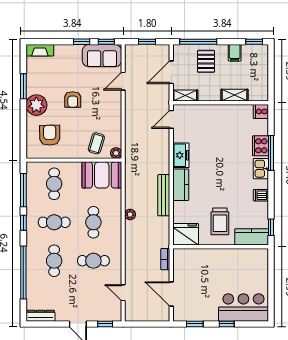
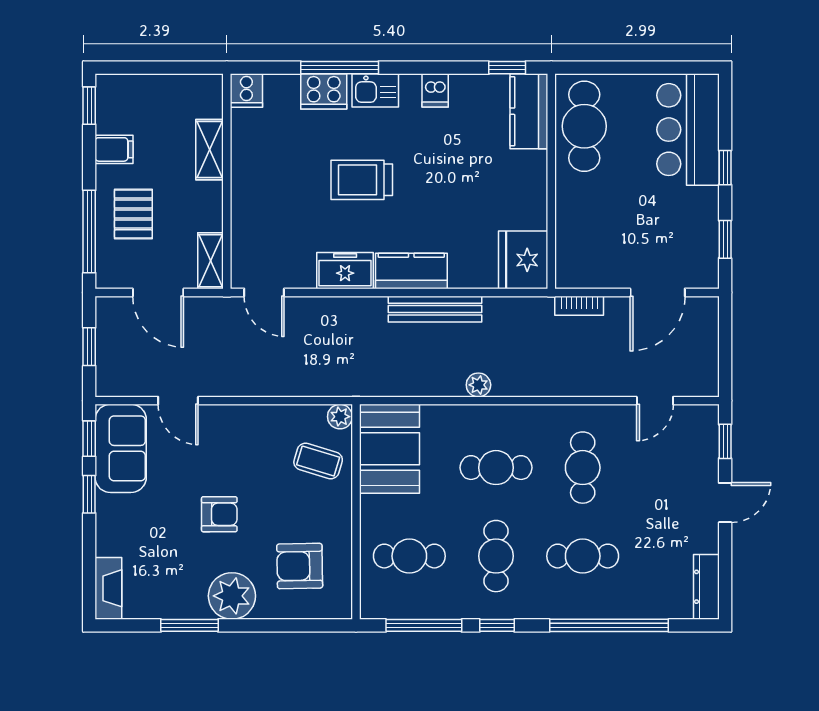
pallet: (206, 61) -> (133, 214), turned 90
trolley: (220, 221) -> (362, 180), moved, turned 180
cafe table: (245, 261) -> (584, 126), added

